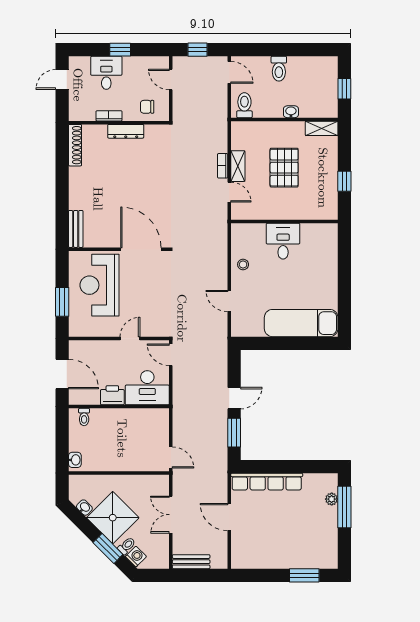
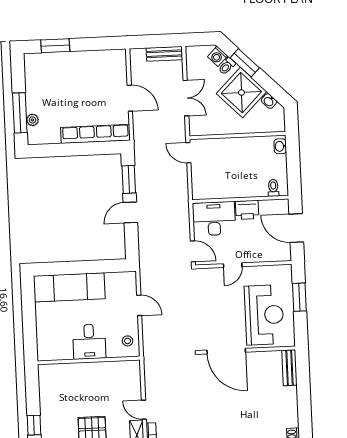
wall: (284, 222) -> (89, 360), moved
desk: (283, 241) -> (89, 342), moved

